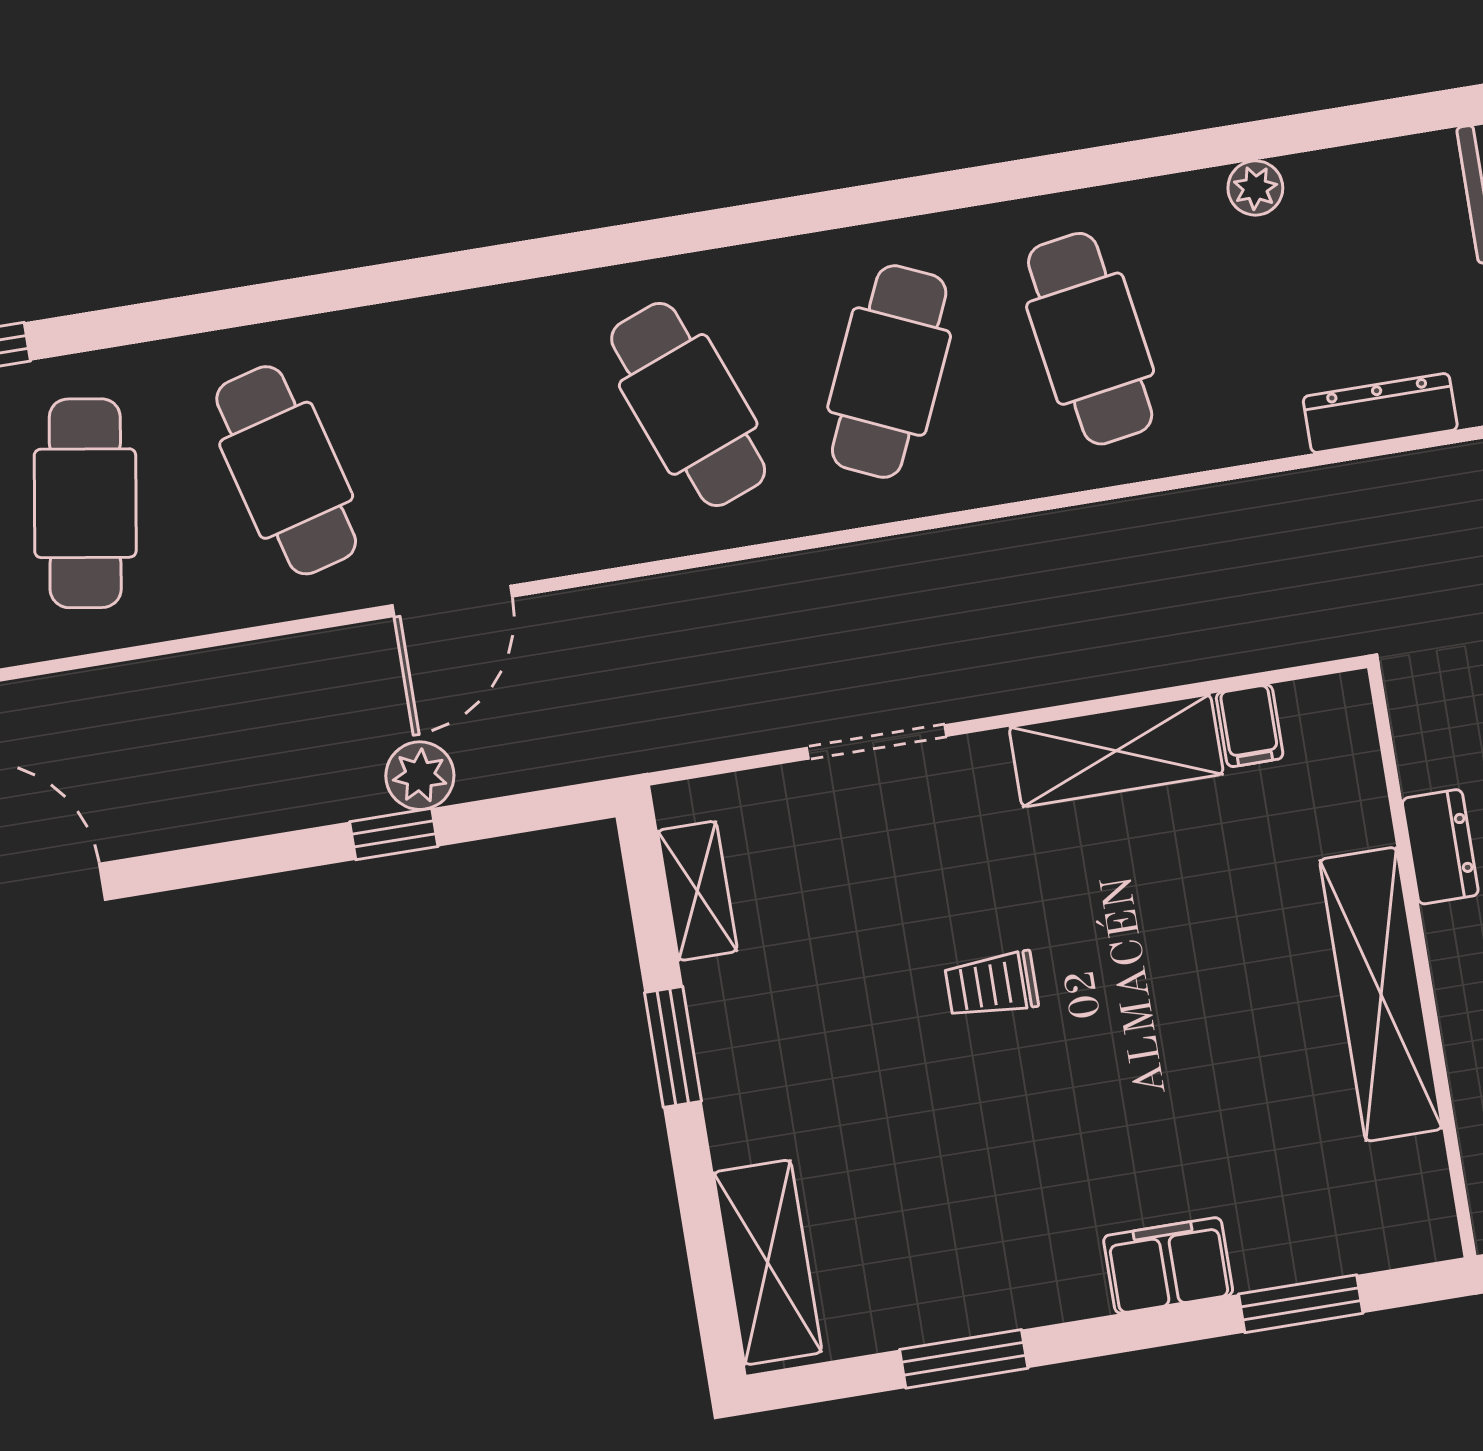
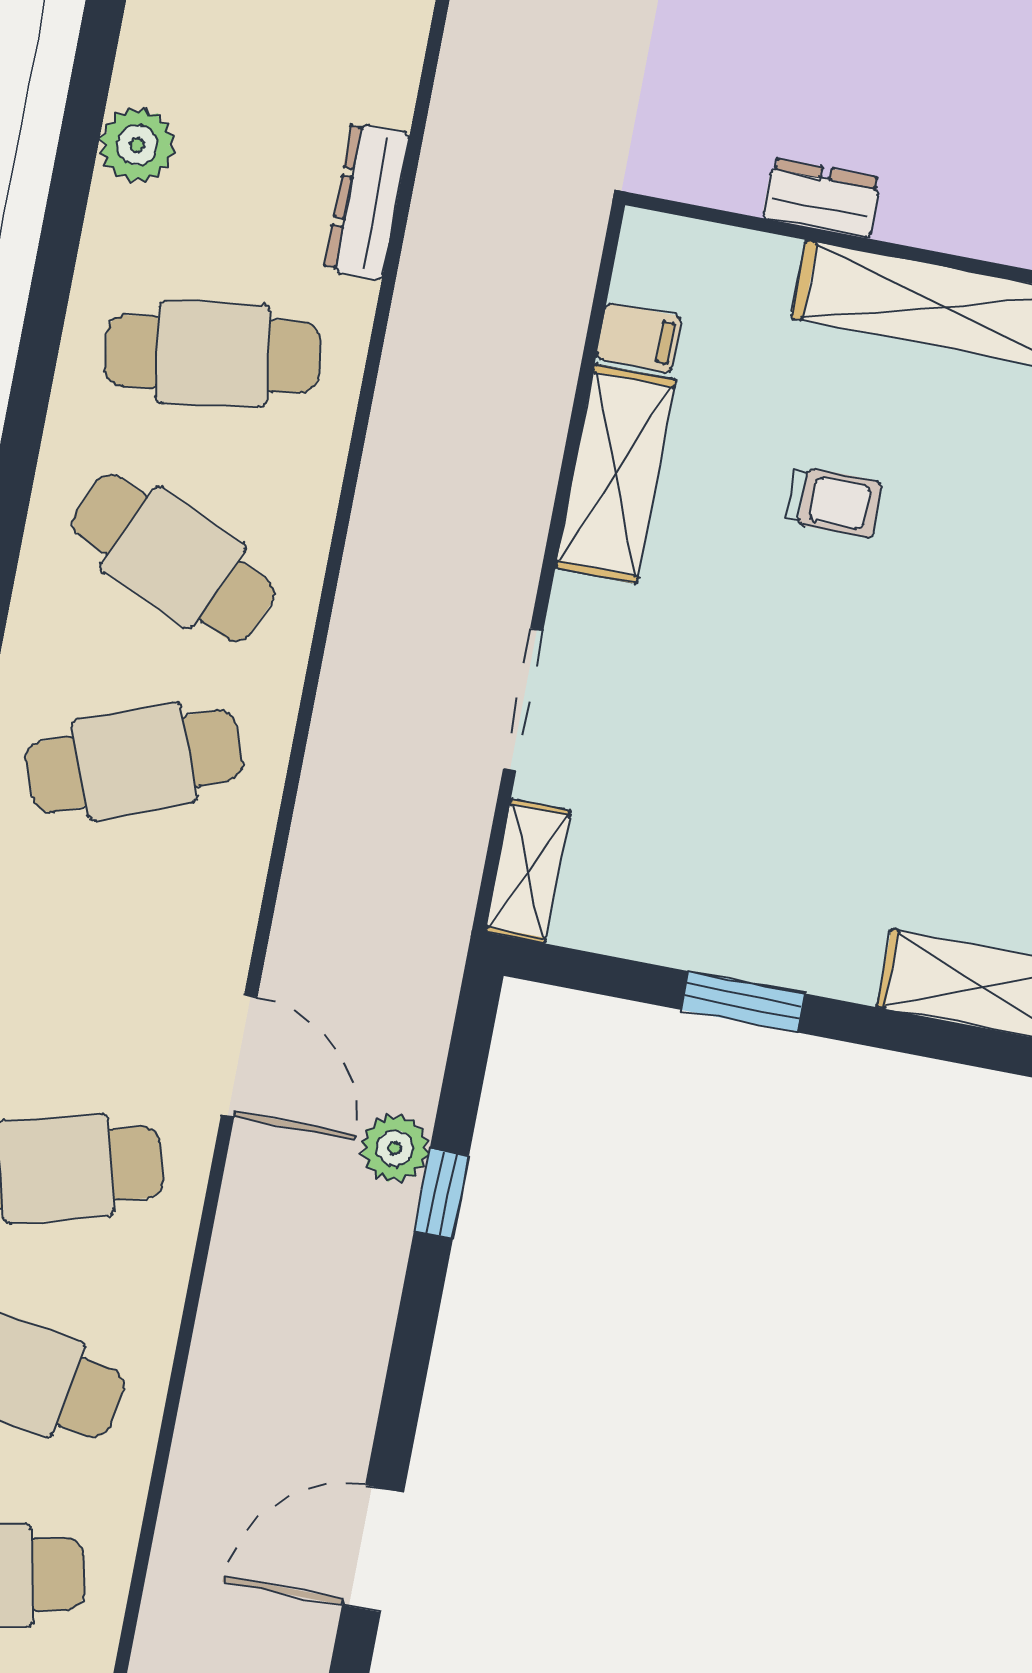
plant: (1255, 188) -> (137, 145), width x1.38, depth x1.38
dresser: (1380, 413) -> (367, 201), moved
shelving: (697, 891) -> (528, 871), moved, turned 90
trolley: (992, 985) -> (834, 502), moved, turned -90

